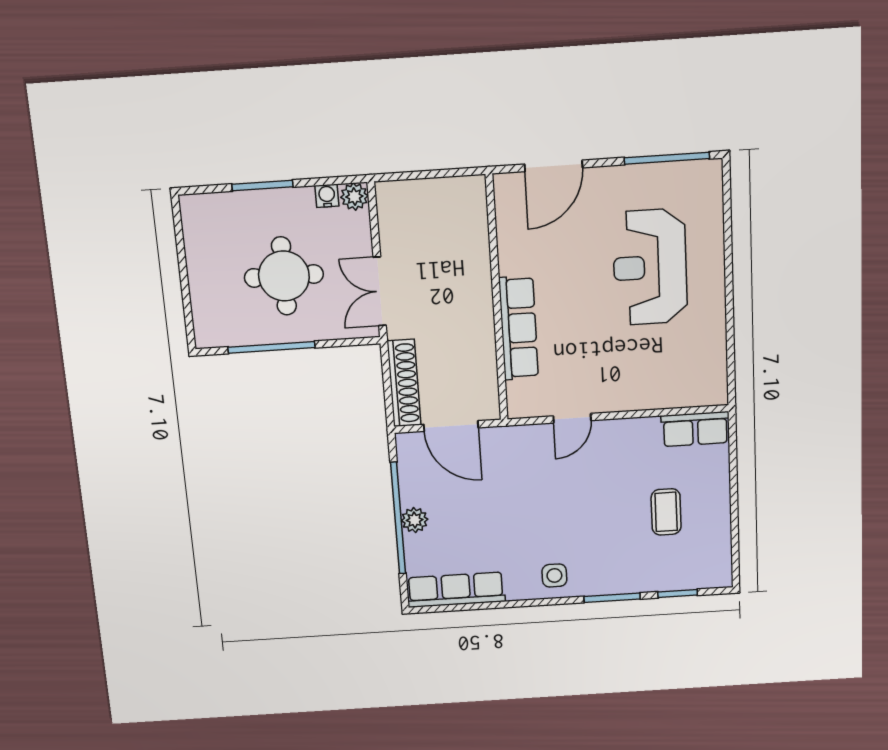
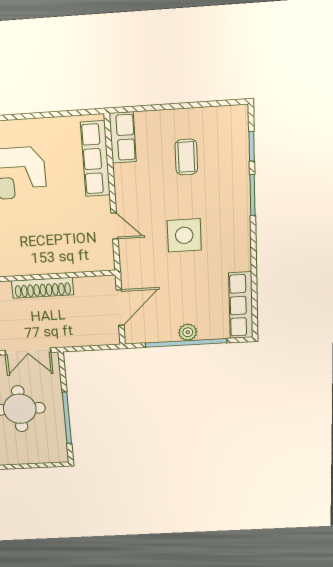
row of seats: (519, 328) -> (95, 159), moved, turned -90
shoe rack: (404, 383) -> (43, 288), moved, turned 180
coffee table: (666, 512) -> (186, 157), turned 90
side table: (554, 575) -> (184, 235), moved, width x1.87, depth x1.87

